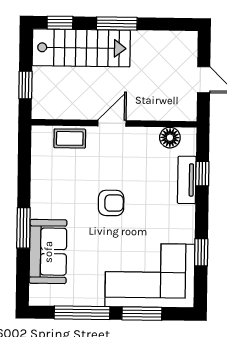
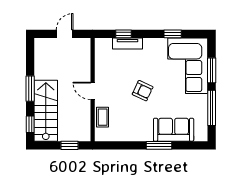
floor lamp: (170, 138) -> (101, 54), removed
armchair: (111, 203) -> (143, 91), turned 115

